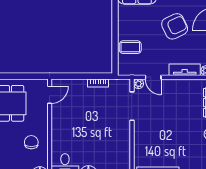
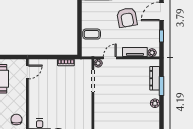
armchair: (175, 26) -> (127, 17), turned 105
door: (153, 77) -> (110, 58), swing flipped
chair: (31, 142) -> (16, 119), moved

